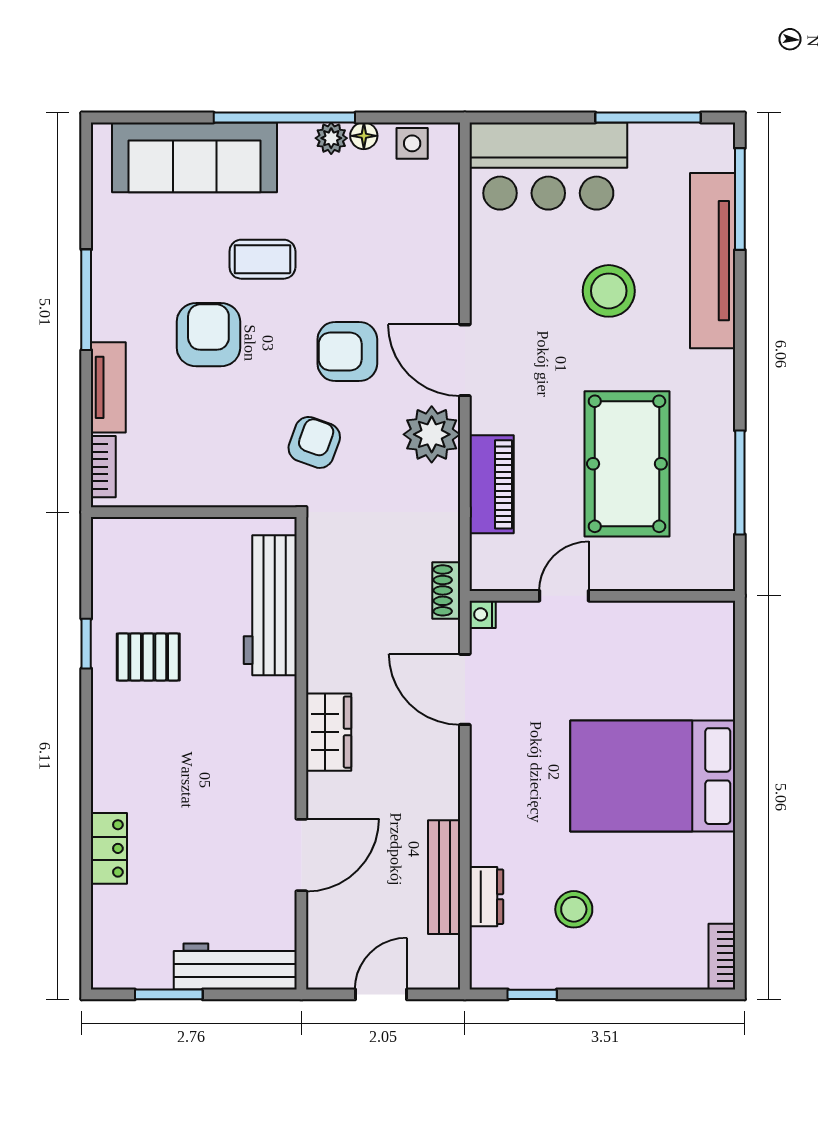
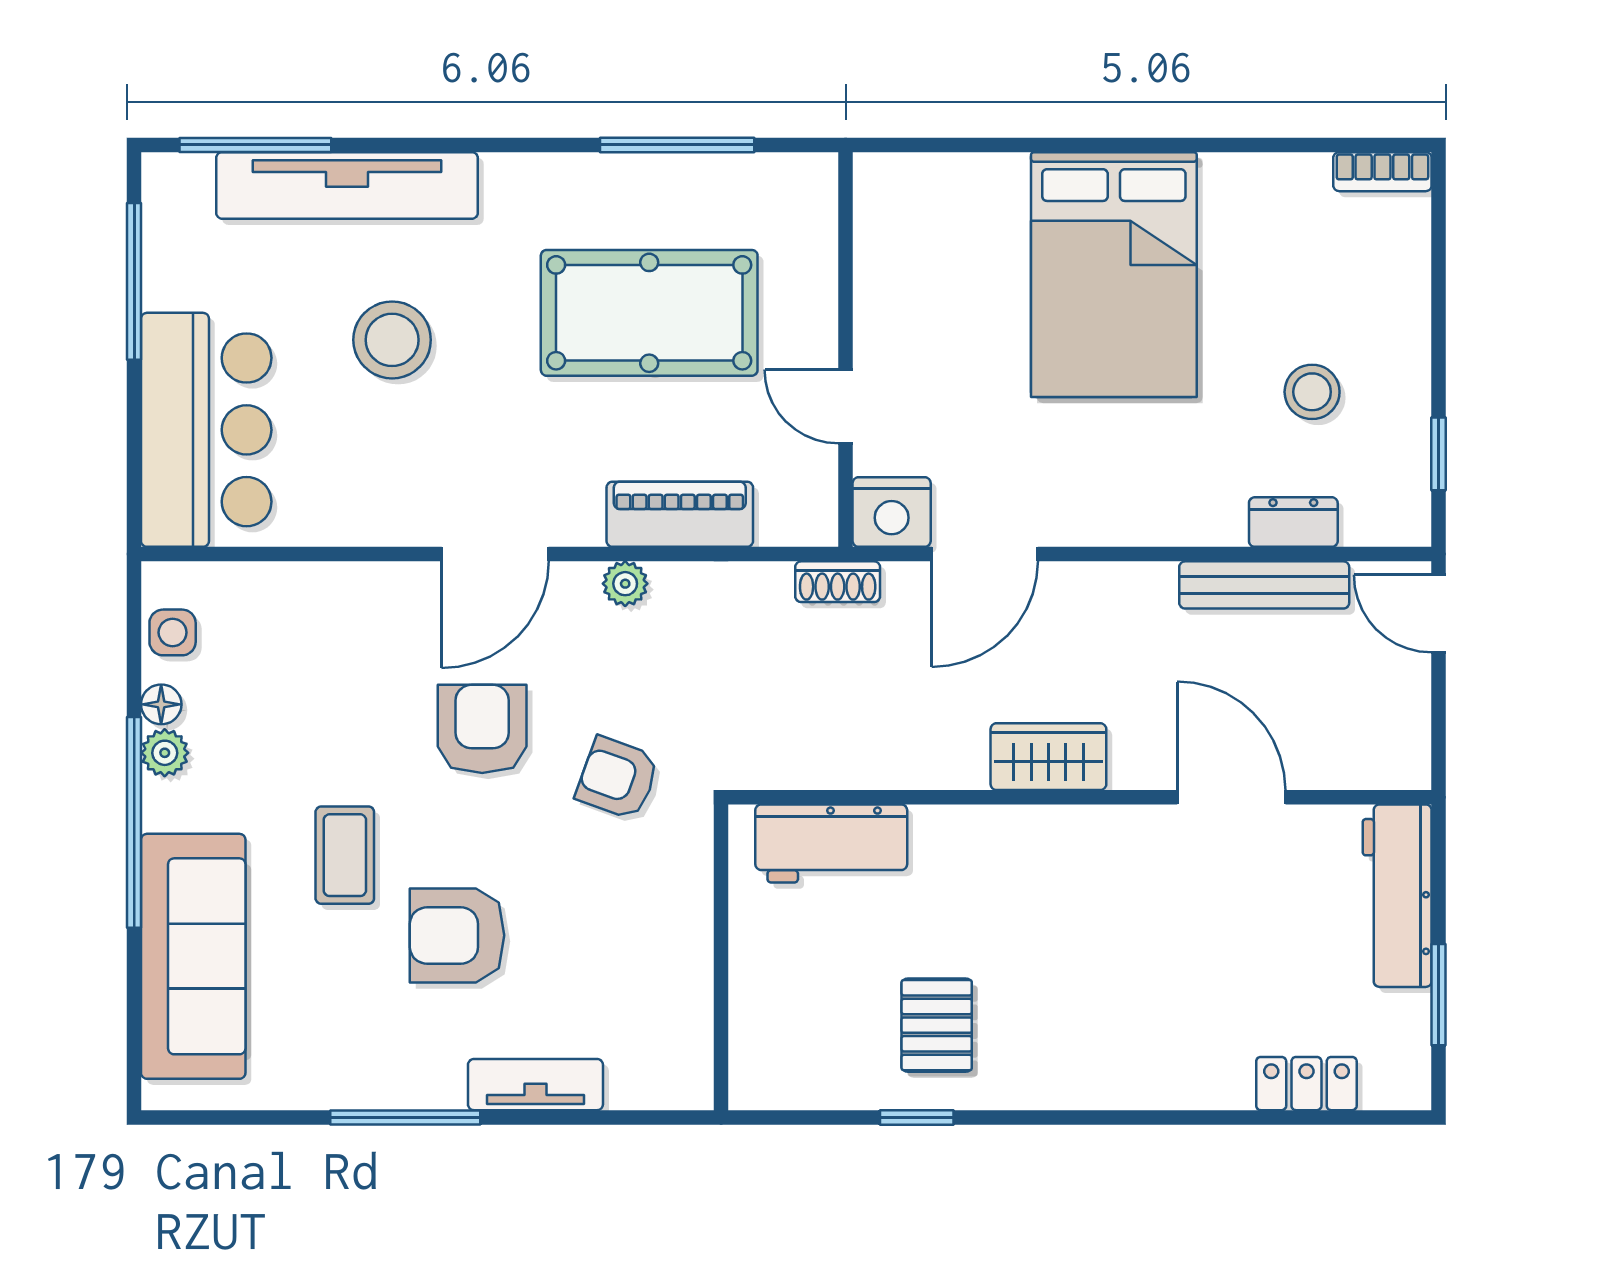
armchair: (347, 352) -> (482, 729), turned 180
plant: (432, 434) -> (625, 584), width x0.53, depth x0.53
bookcase: (103, 467) -> (653, 1092), removed
workbench: (270, 605) -> (831, 843), width x0.73
nightstand: (483, 614) -> (892, 512), width x1.89, depth x1.79
locker: (109, 848) -> (1306, 1084), moved
door: (381, 994) -> (1439, 614), moved

